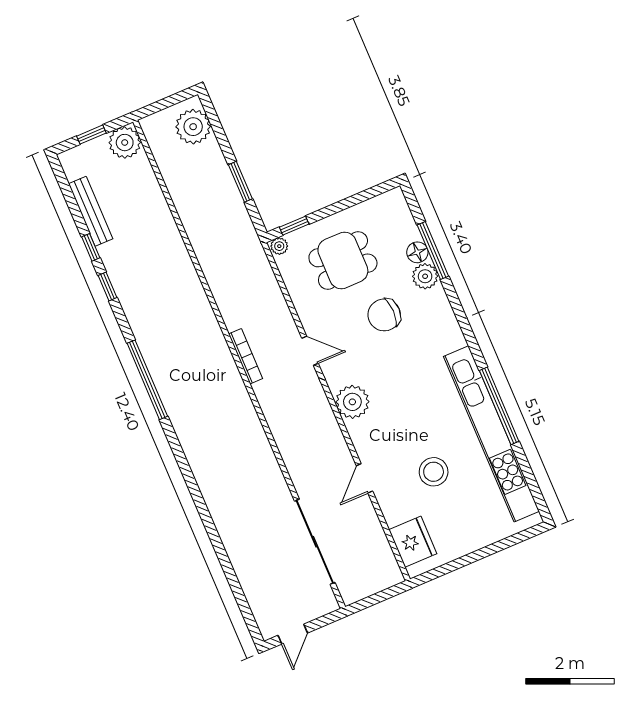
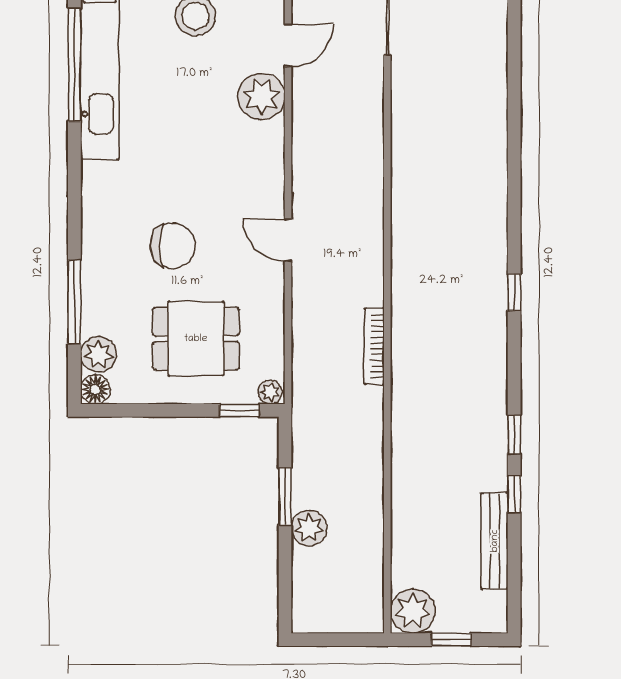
plant: (193, 127) -> (309, 528), moved, width x0.73, depth x0.73
floor lamp: (417, 252) -> (95, 389), moved
plant: (425, 276) -> (98, 354), moved
bookcase: (246, 356) -> (374, 346), moved
window: (147, 380) -> (514, 292), width x0.32
plant: (352, 402) -> (262, 96), moved

